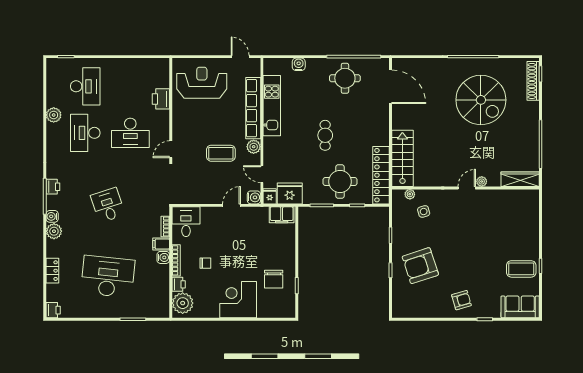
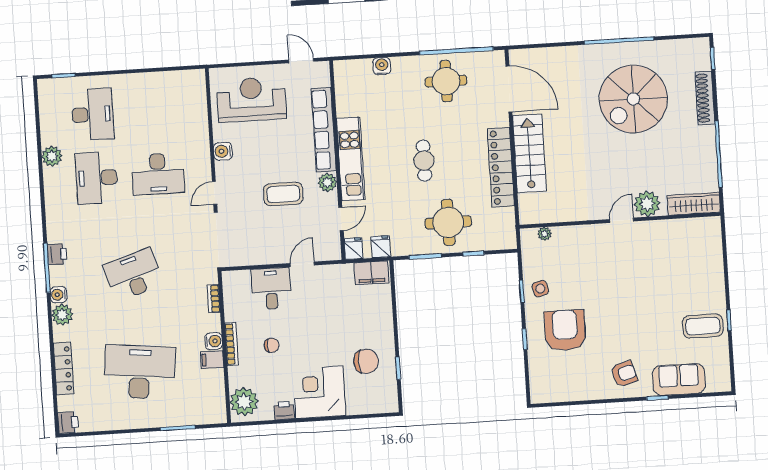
shoe rack: (533, 81) -> (705, 98), moved
printer: (161, 99) -> (197, 125), removed
spiral stairs: (481, 100) -> (633, 99), turned 90
kitchen unit: (272, 106) -> (351, 159), moved
stairs: (402, 158) -> (529, 154), moved
door: (262, 174) -> (341, 219), swing flipped
locker: (381, 175) -> (501, 167), moved
plant: (482, 182) -> (647, 204), width x1.88, depth x1.88
fridge: (290, 193) -> (381, 247), width x0.53, depth x0.75
water cooler: (254, 197) -> (223, 151), moved, turned 180
desk: (108, 205) -> (133, 275), width x1.37
side table: (424, 211) -> (540, 289), moved
desk: (186, 222) -> (271, 289), moved
filing cabinet: (161, 244) -> (212, 360), moved
armchair: (420, 266) -> (565, 330), turned 108
locker: (52, 271) -> (64, 369), width x1.53
chair: (274, 279) -> (366, 361), turned -90
printer: (179, 284) -> (284, 411), moved, turned -90
sofa: (520, 307) -> (679, 380), moved

